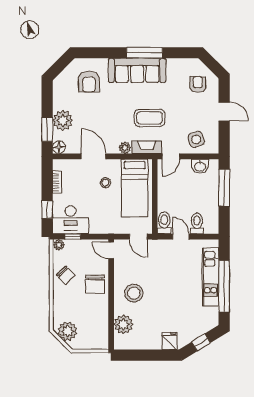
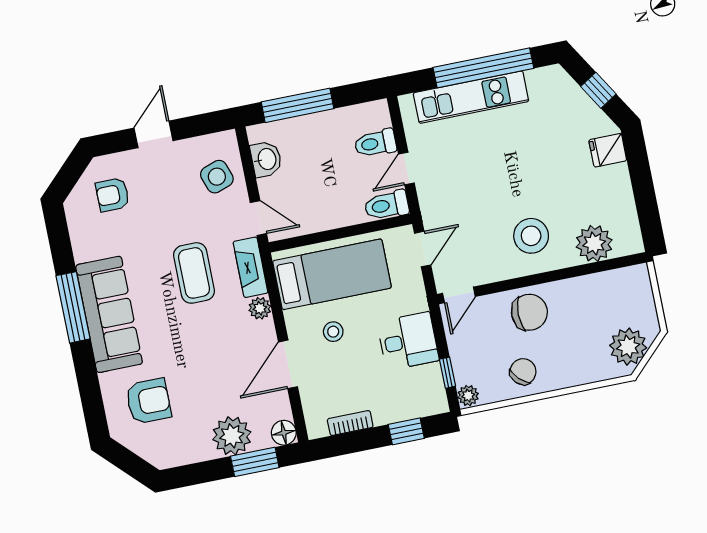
desk: (71, 220) -> (408, 341), moved, width x0.73

